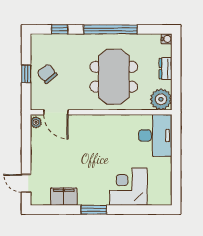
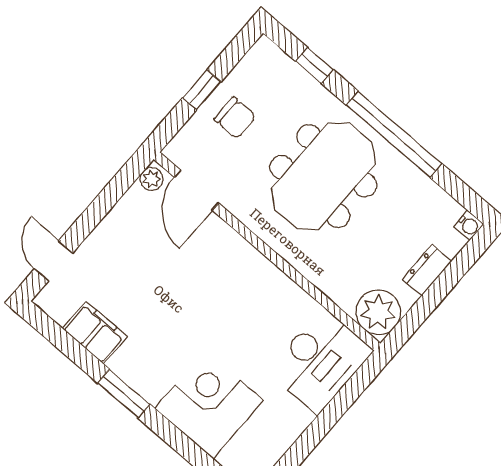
chair: (47, 74) -> (235, 118), turned 129
meeting table: (114, 77) -> (323, 176), moved

